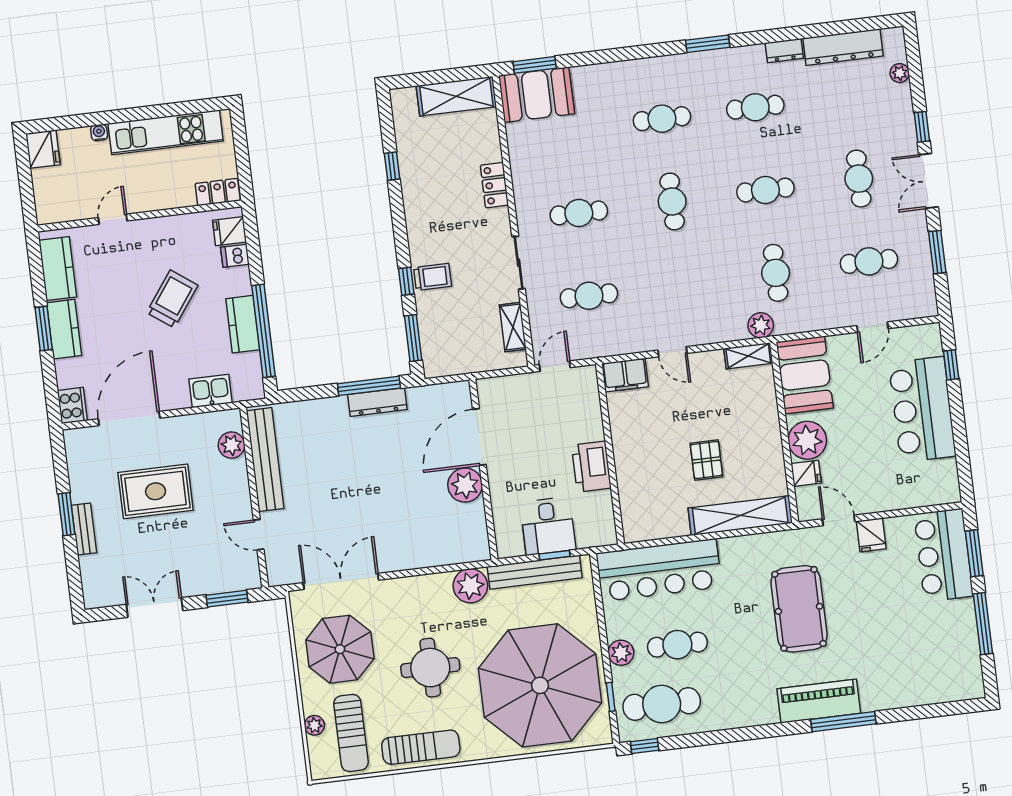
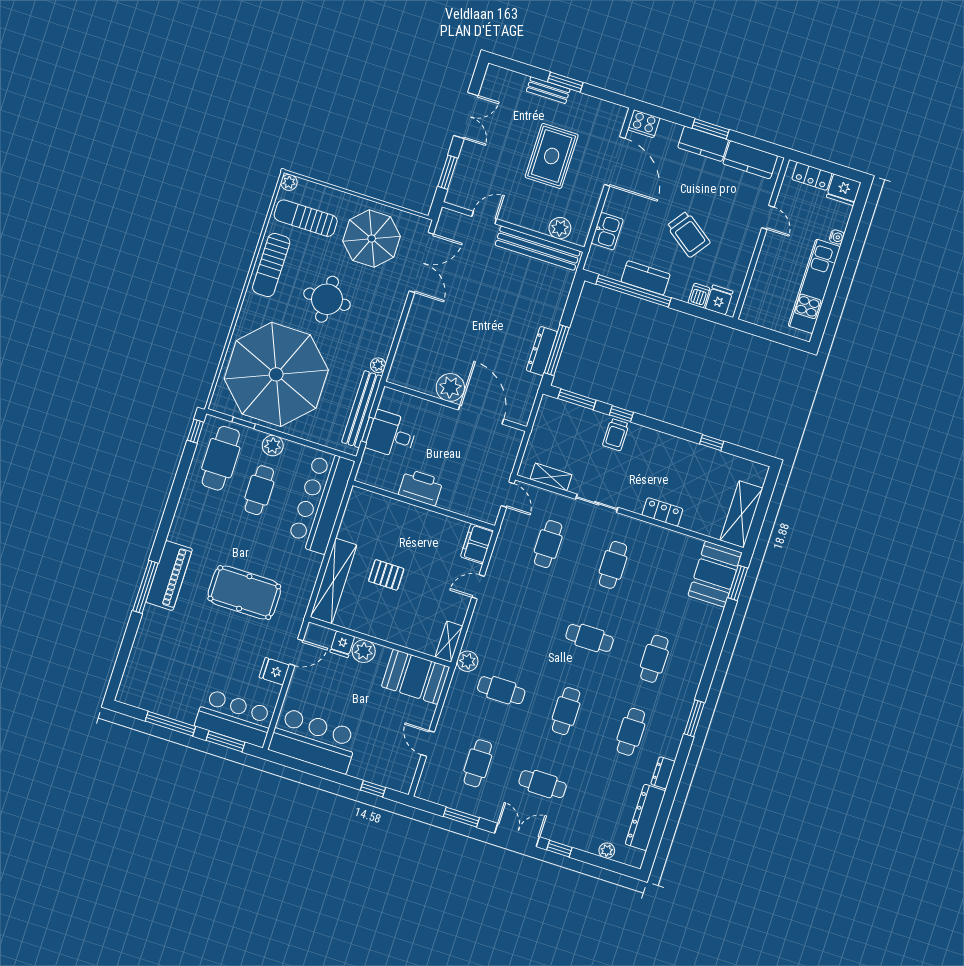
locker: (218, 192) -> (812, 176), moved, turned 90
bar counter: (922, 410) -> (314, 741), moved
plant: (807, 440) -> (364, 651), width x0.73, depth x0.73
plant: (470, 586) -> (378, 365), width x0.53, depth x0.53
plant: (314, 725) -> (289, 182), moved

